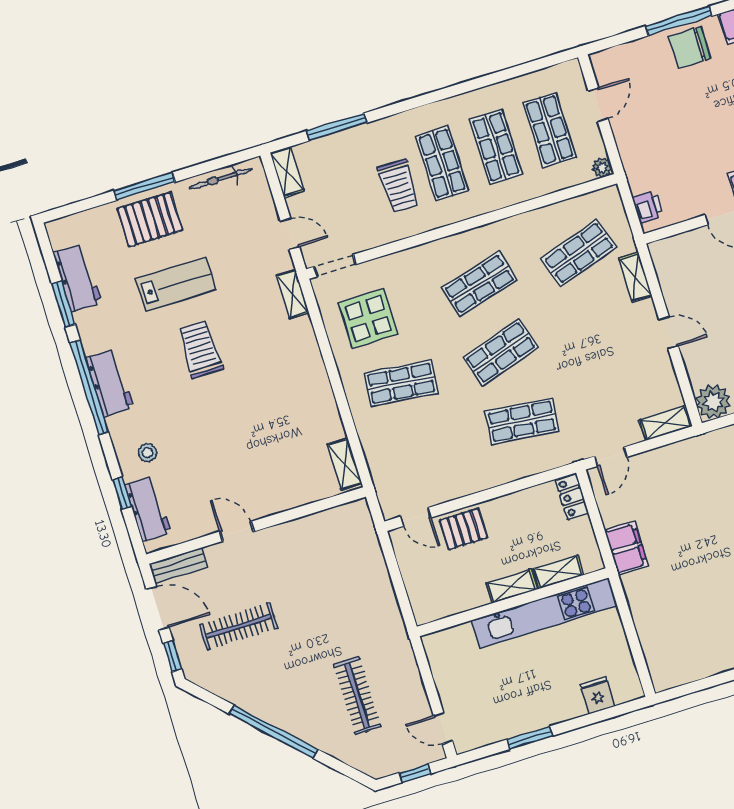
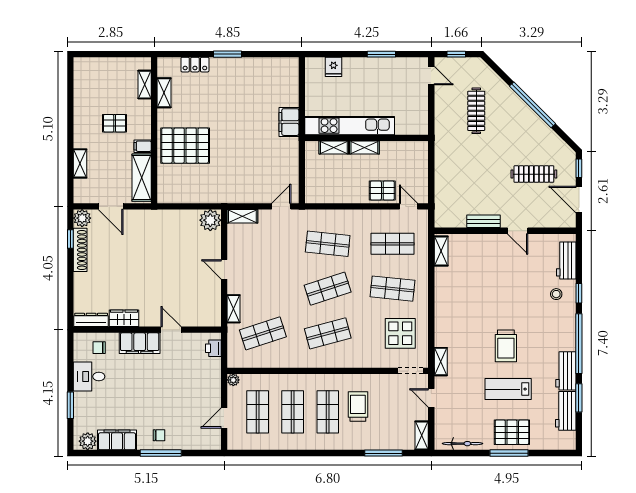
chair: (690, 47) -> (159, 435), width x0.54, depth x0.54
workbench: (110, 383) -> (566, 371), moved
shop shelf: (423, 452) -> (392, 244), added
window: (122, 493) -> (579, 293), moved
locker: (572, 497) -> (312, 190), removed
filing cabinet: (626, 548) -> (289, 122), moved
bench: (179, 565) -> (483, 221), moved

